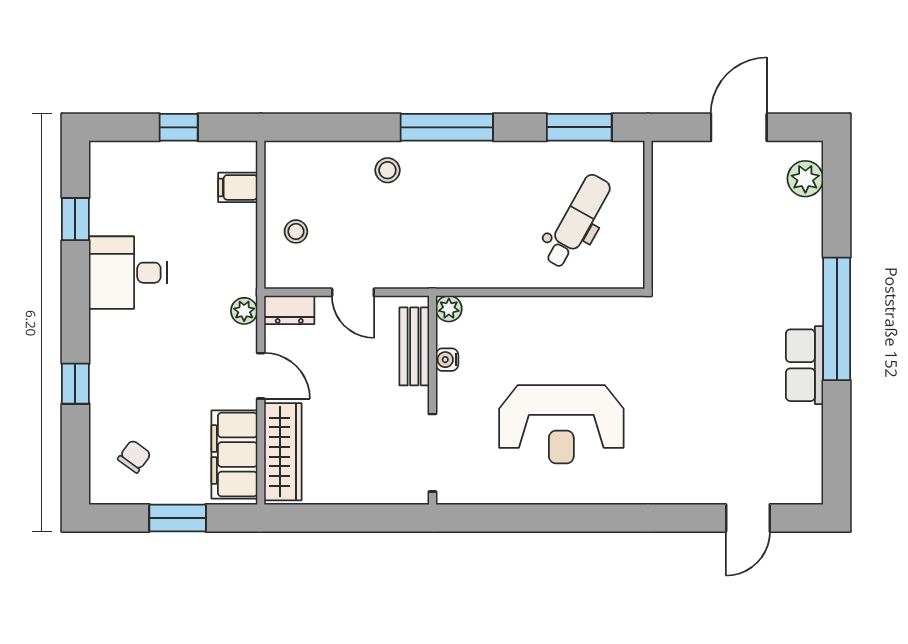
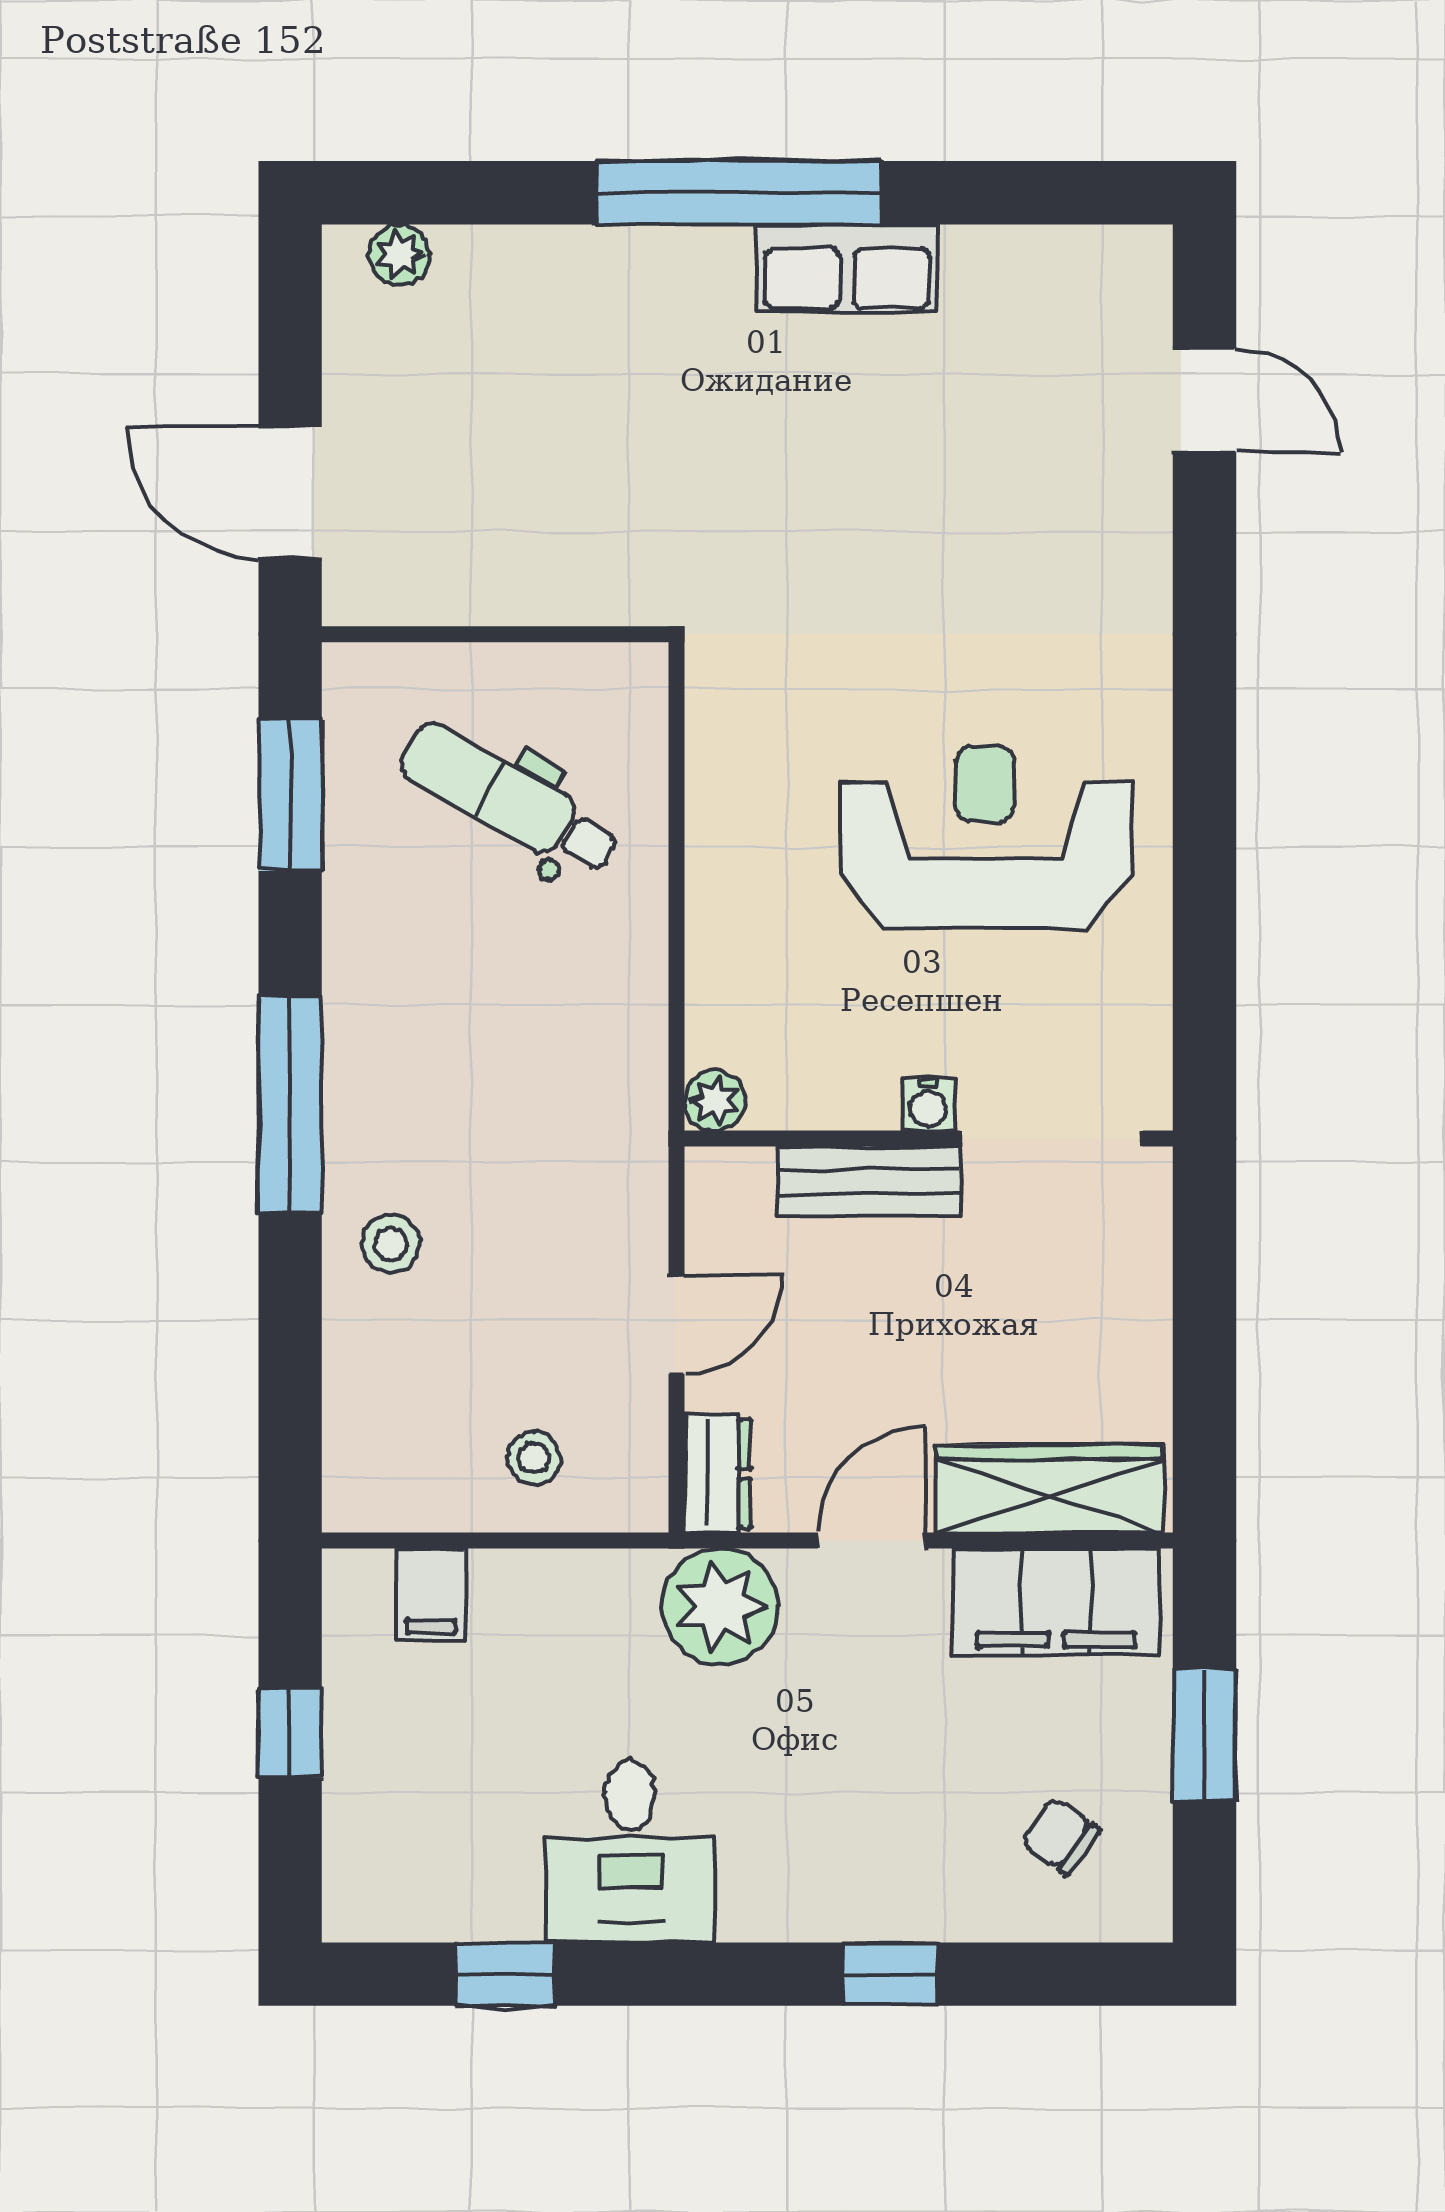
door: (739, 127) -> (290, 493), moved
plant: (805, 179) -> (399, 255), width x0.73, depth x0.73
plant: (244, 311) -> (720, 1606), width x1.88, depth x1.88
bench: (414, 346) -> (869, 1181), moved
water cooler: (447, 360) -> (928, 1104), moved
reception desk: (561, 424) -> (985, 837), turned -90

